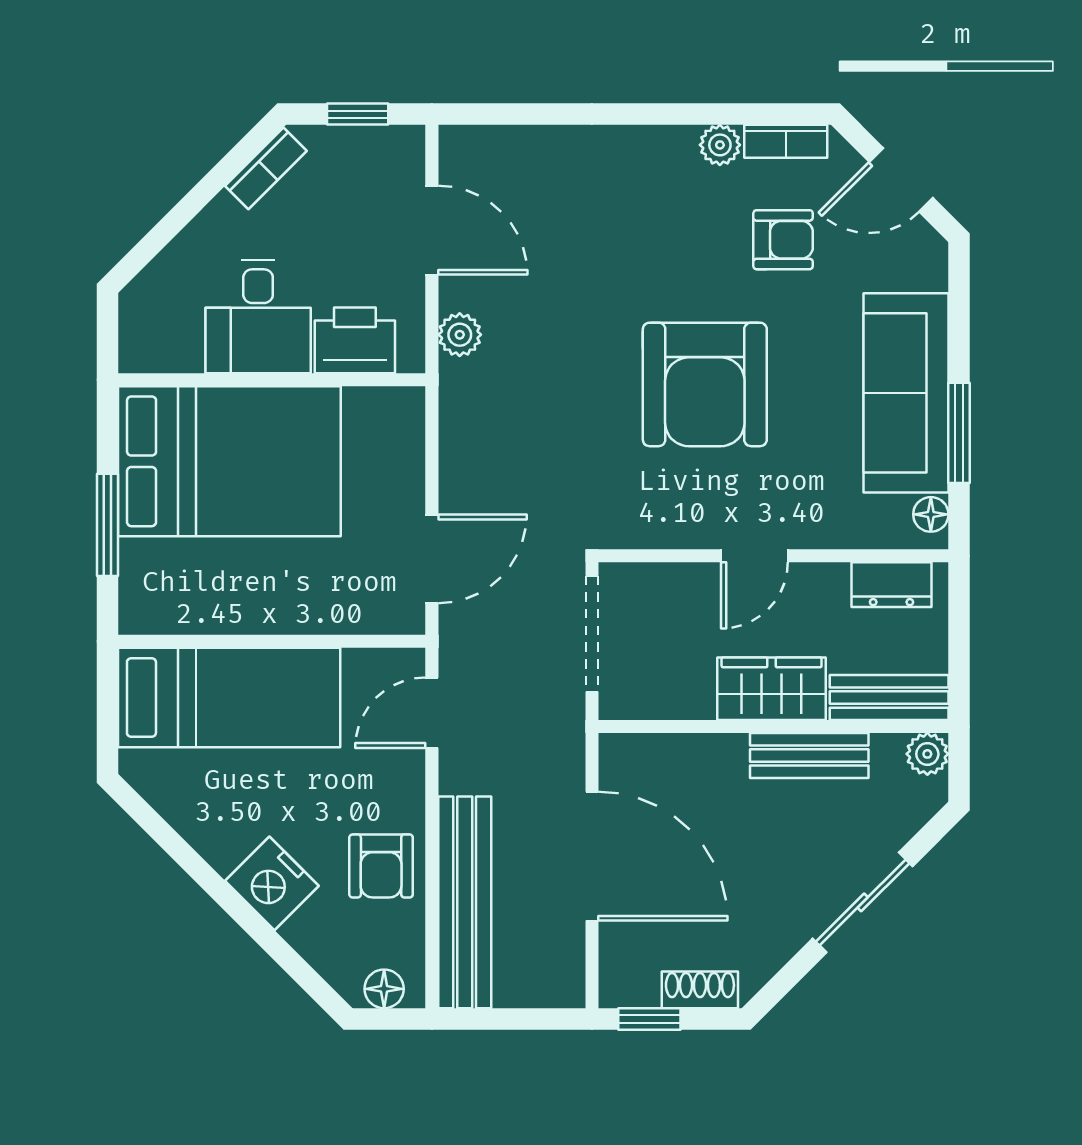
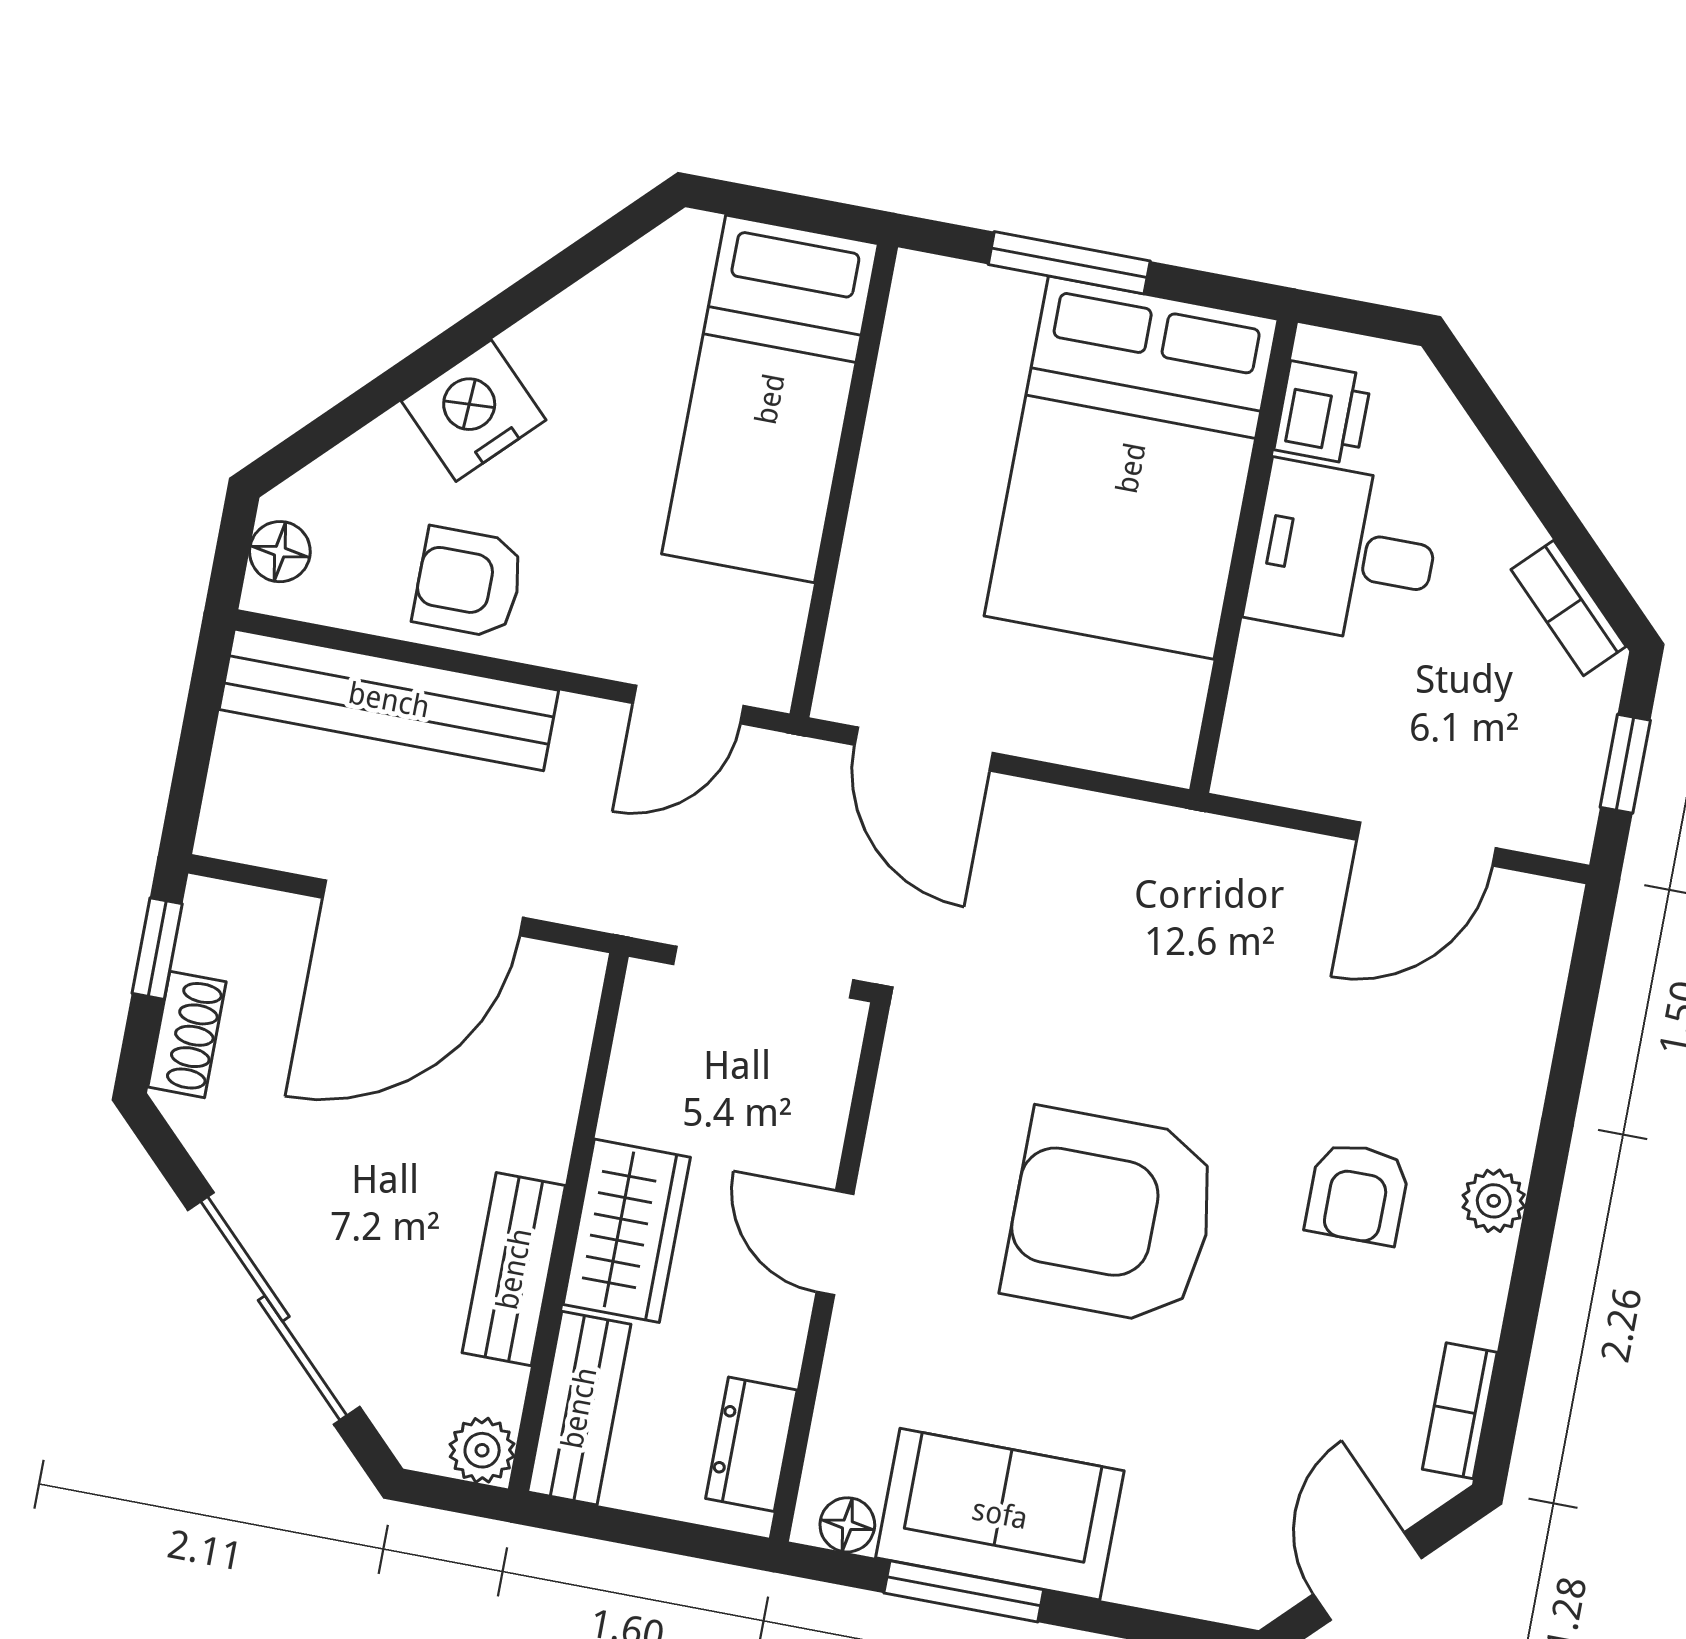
plant: (720, 145) -> (1494, 1201), moved
armchair: (783, 240) -> (1357, 1193), moved
plant: (460, 335) -> (1258, 856), removed
printer: (355, 340) -> (1323, 413), moved, width x0.73, depth x0.81
sofa: (906, 393) -> (1000, 1514), width x0.73
door: (432, 713) -> (688, 704), swing flipped
sliding door: (863, 902) -> (274, 1308), width x1.37

